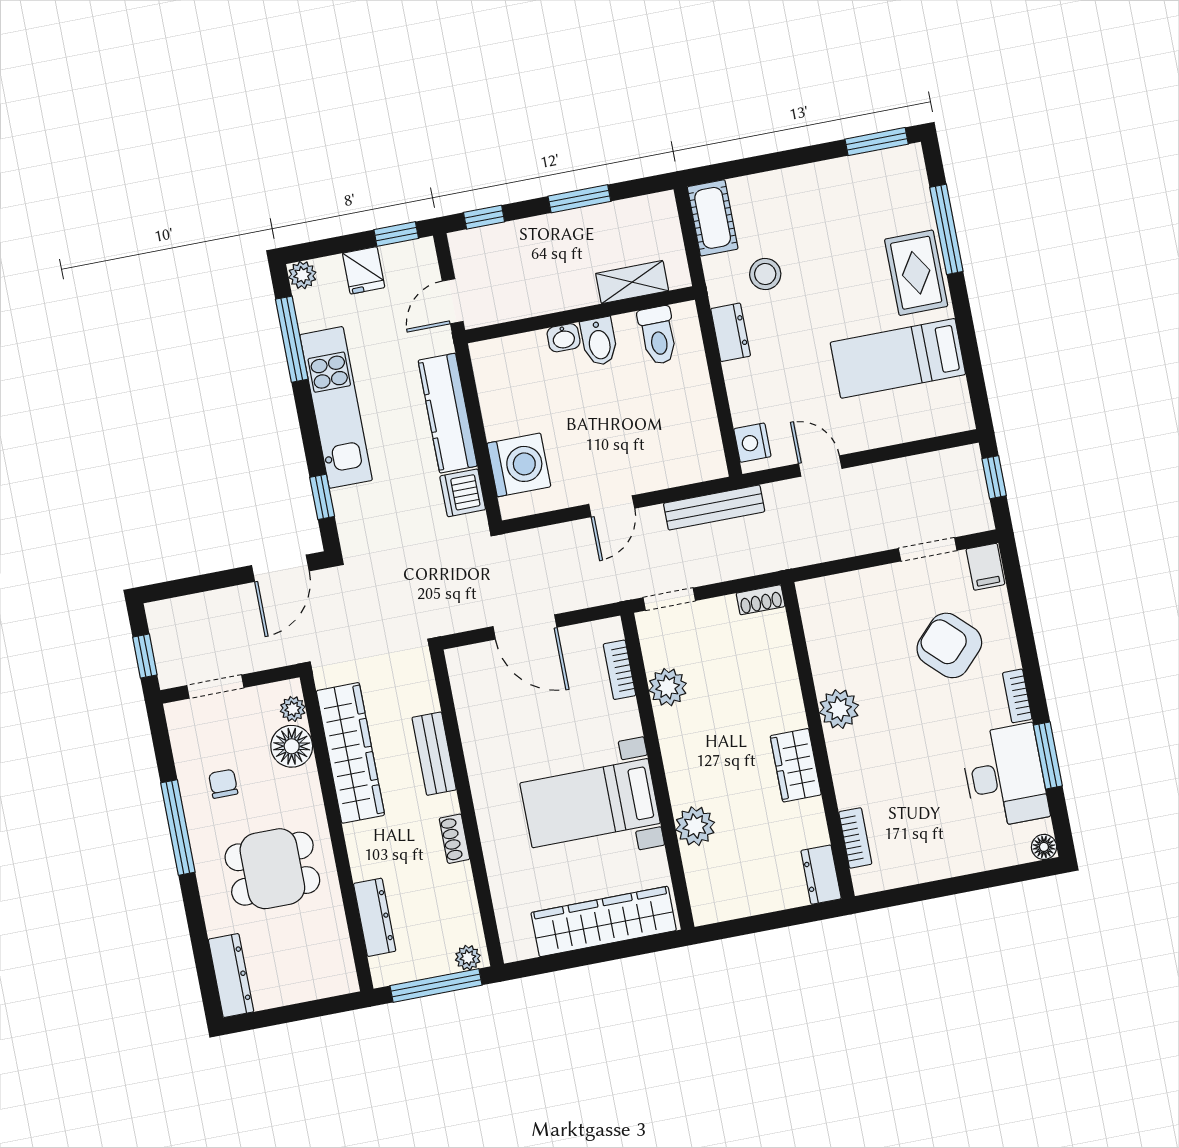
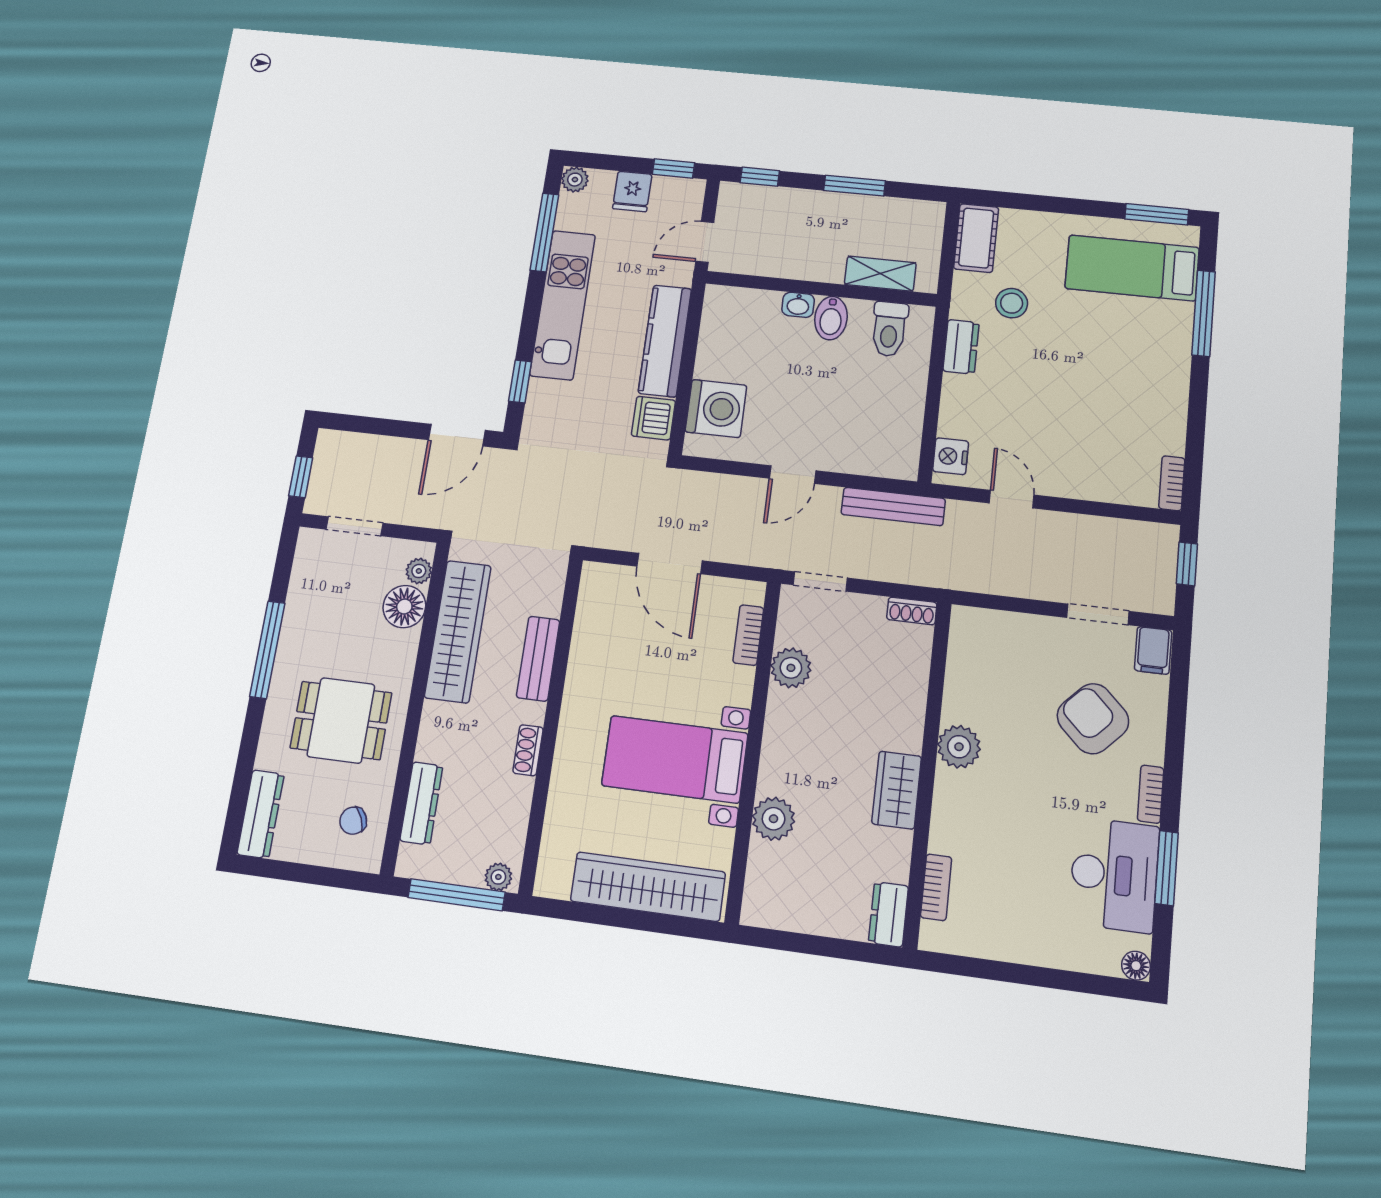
rug: (916, 273) -> (1162, 345), removed
bed: (898, 358) -> (1132, 268), moved
bookcase: (961, 405) -> (1172, 483), added
chair: (223, 784) -> (353, 821), moved, turned -115

